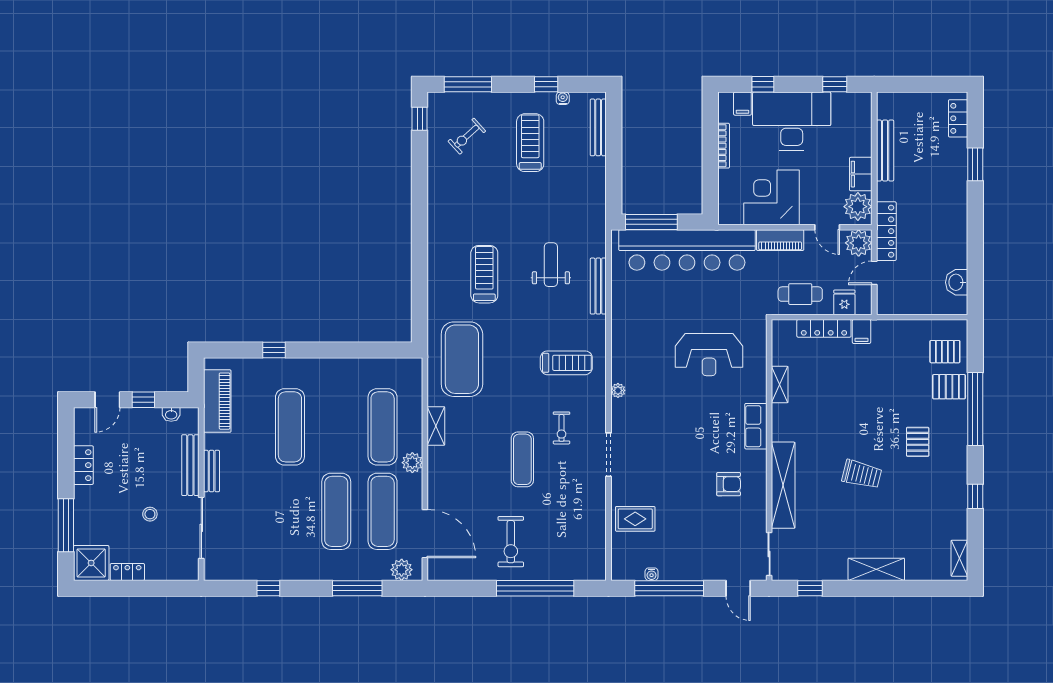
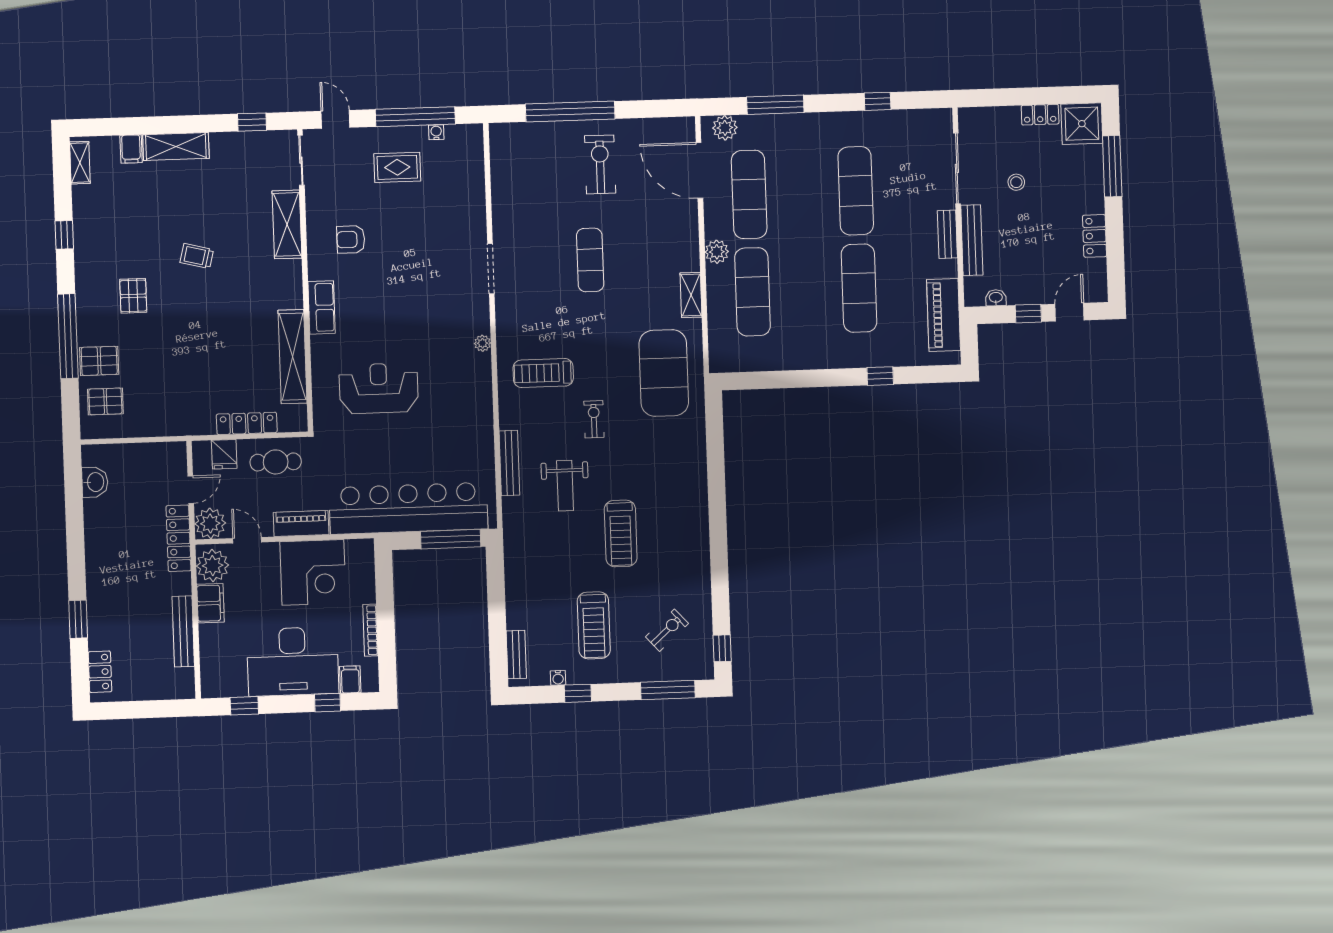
bench: (598, 127) -> (516, 655), width x0.73
treadmill: (484, 274) -> (621, 533), moved
filing cabinet: (861, 331) -> (131, 149), moved, turned 180
shelving: (780, 385) -> (292, 357), width x2.20, depth x1.33
exercise bike: (561, 428) -> (594, 419), moved
trolley: (862, 474) -> (197, 256), width x0.73, depth x0.72
shelving: (783, 485) -> (287, 224), width x0.68
exercise mat: (336, 511) -> (856, 191), moved
rug: (635, 519) -> (397, 167), moved

